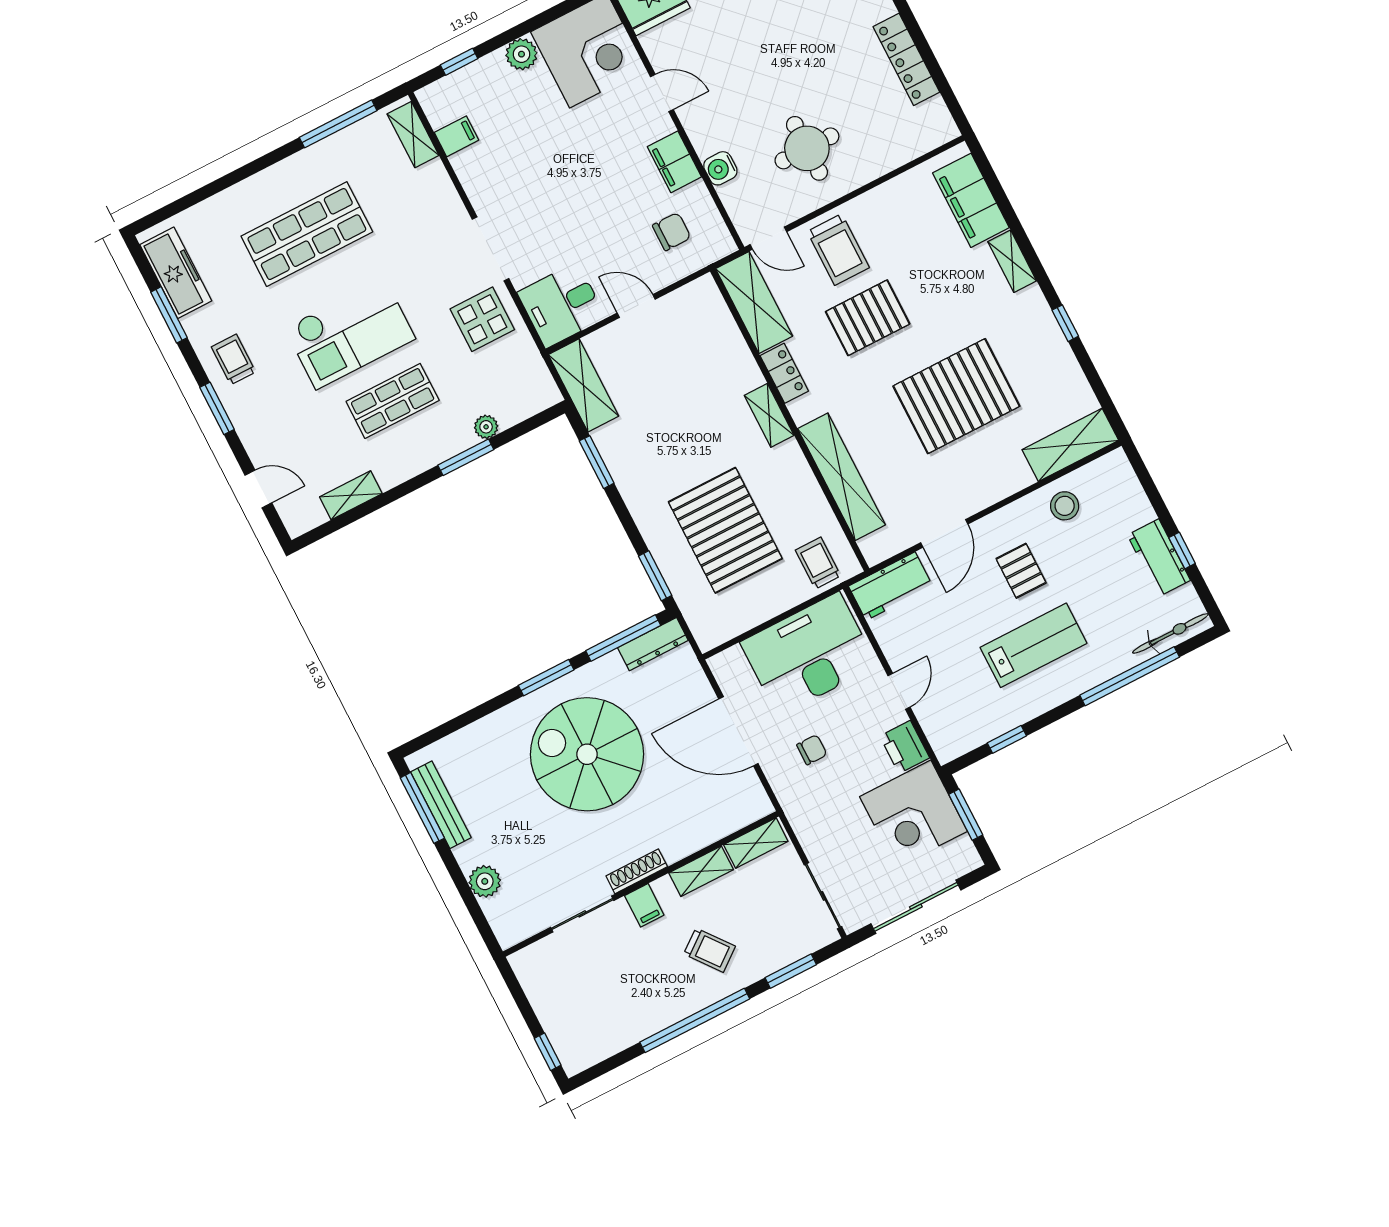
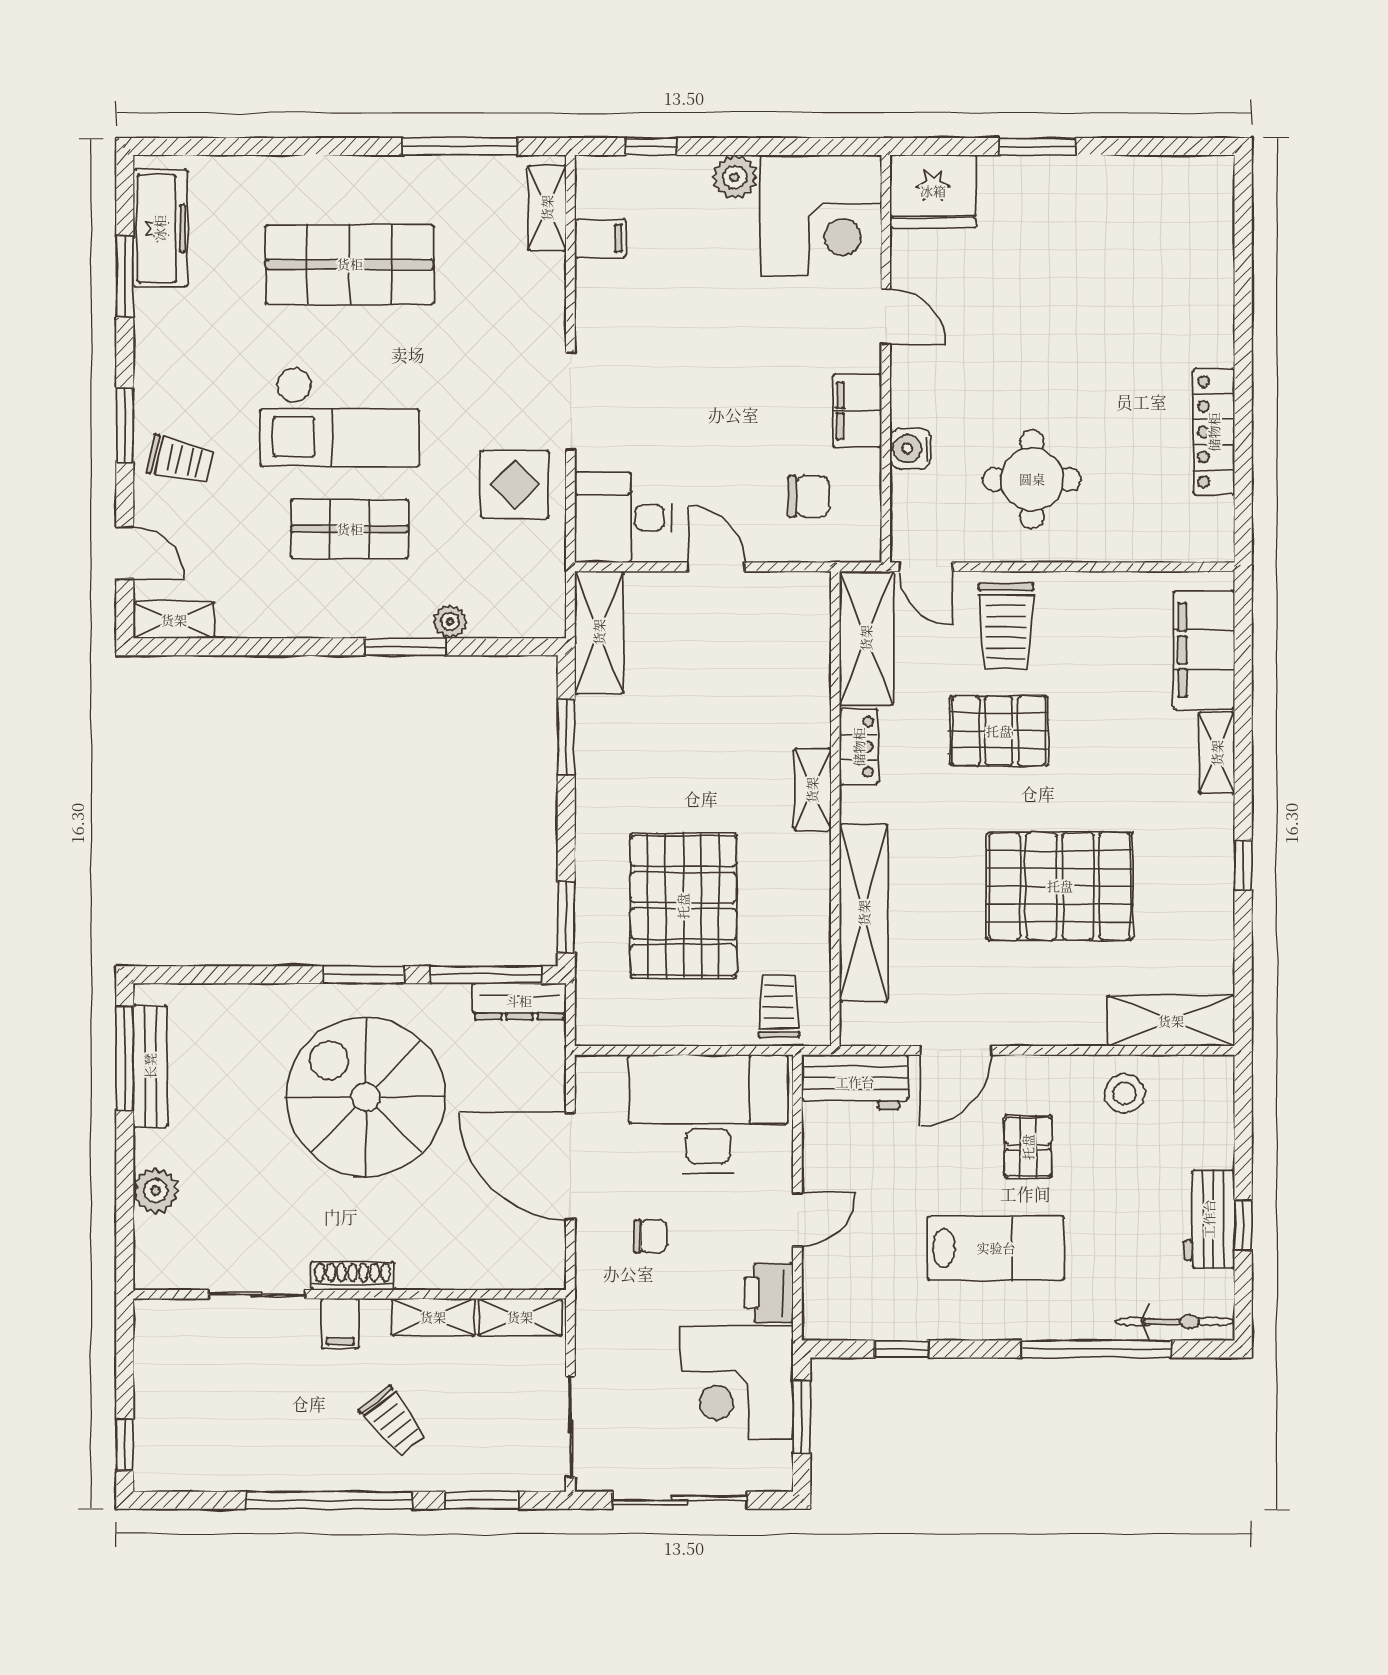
trolley: (233, 359) -> (180, 460), moved, turned 103
shelving: (351, 495) -> (174, 620), moved

